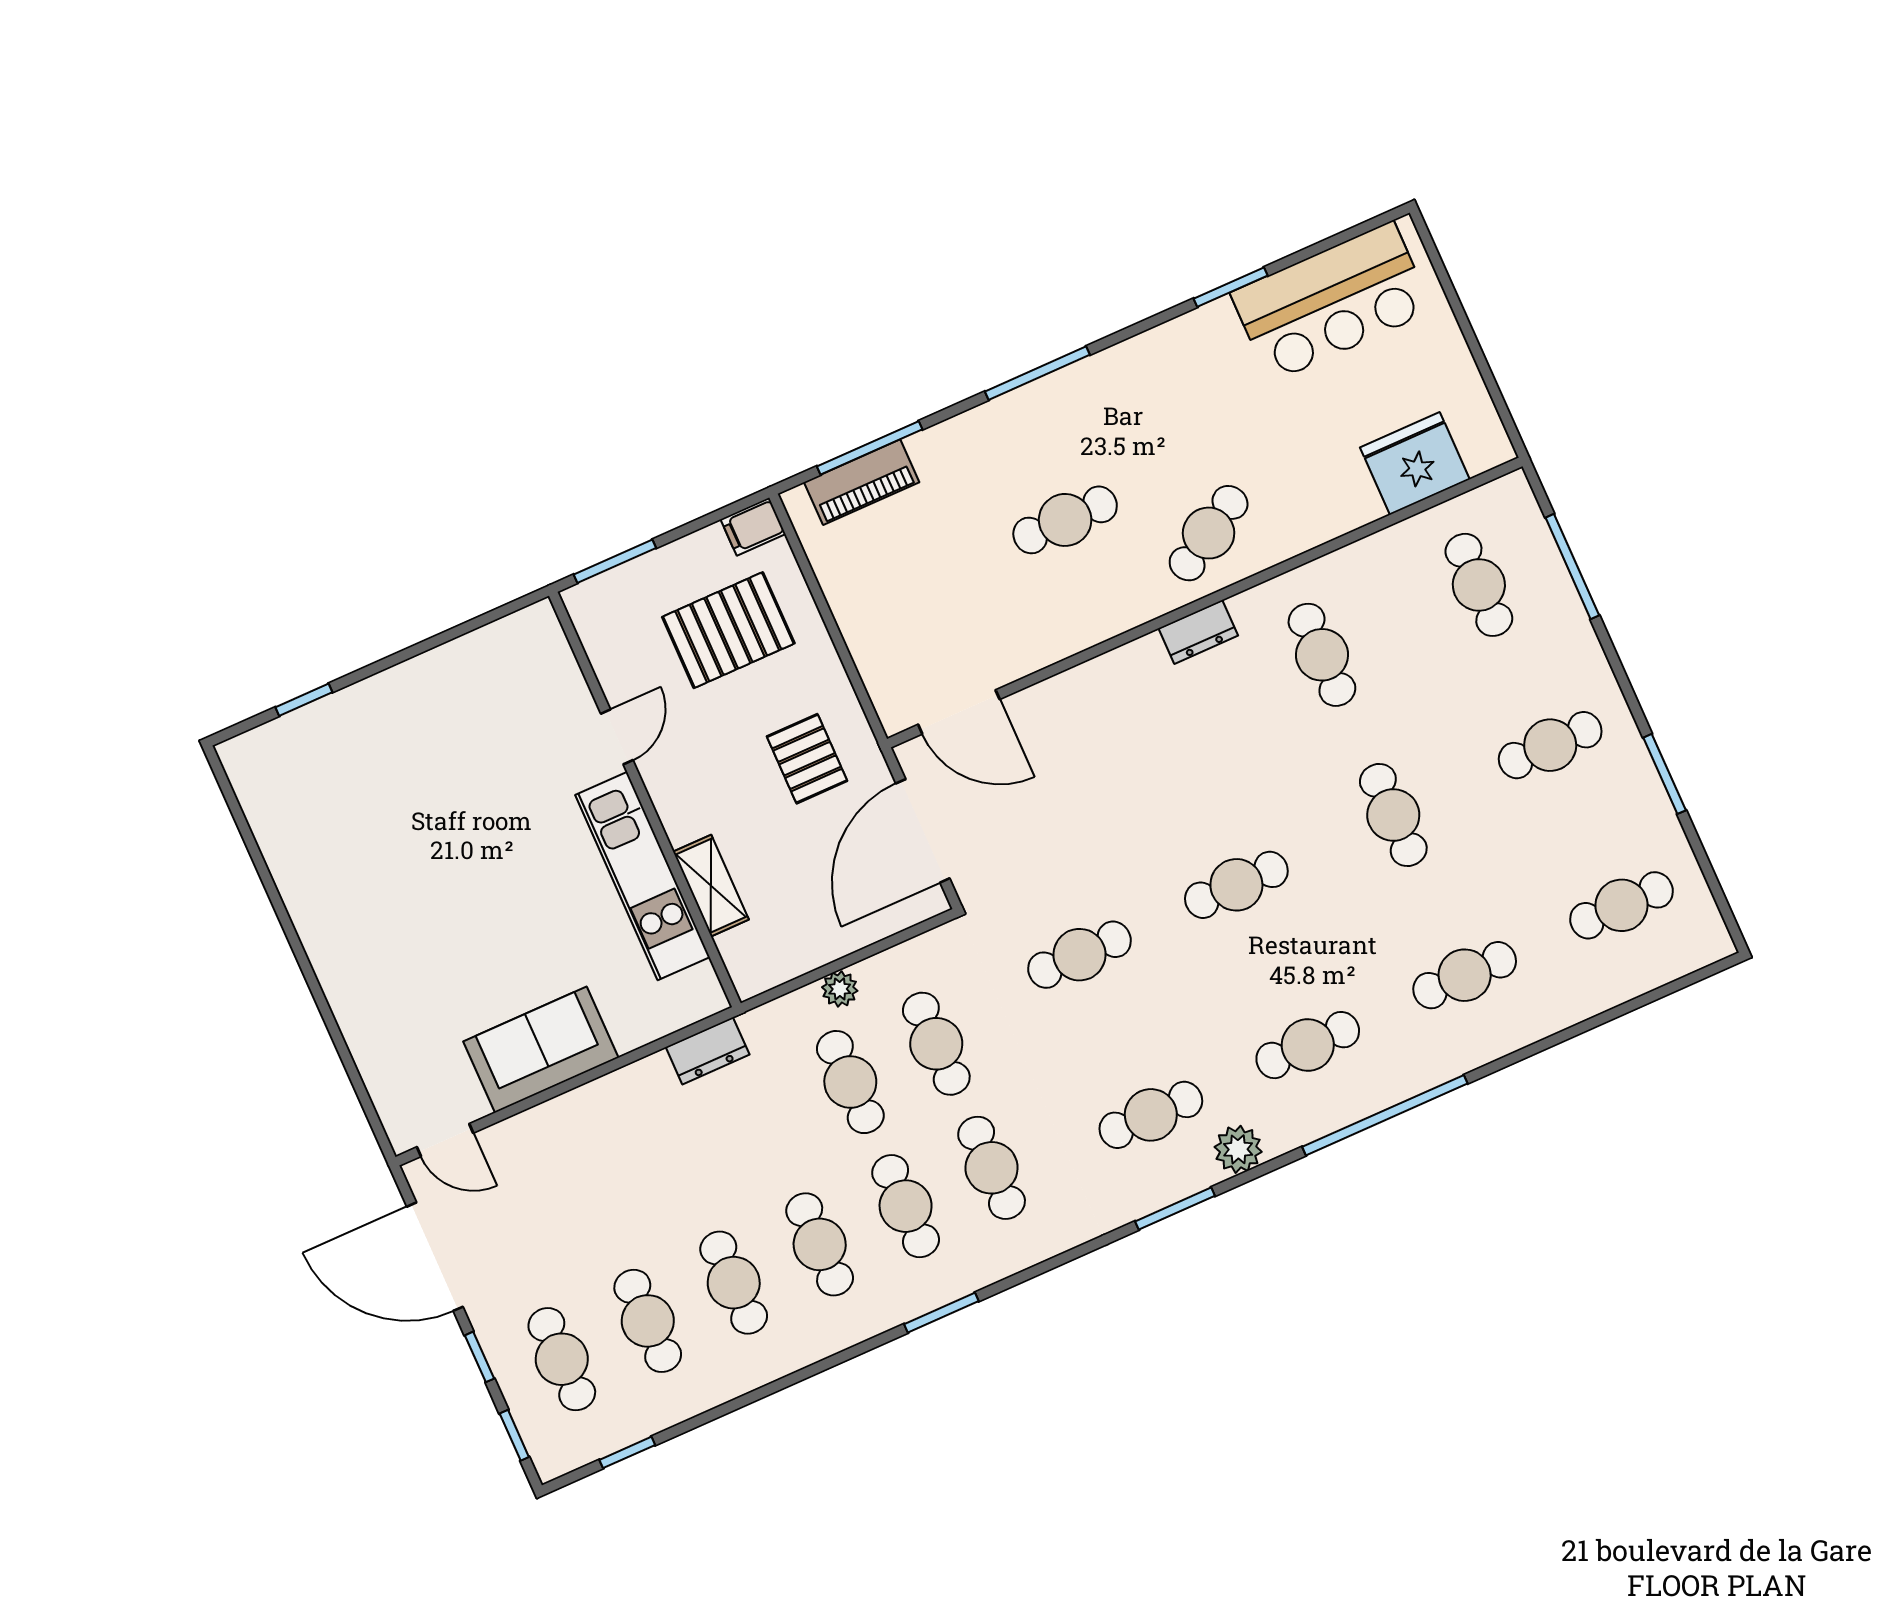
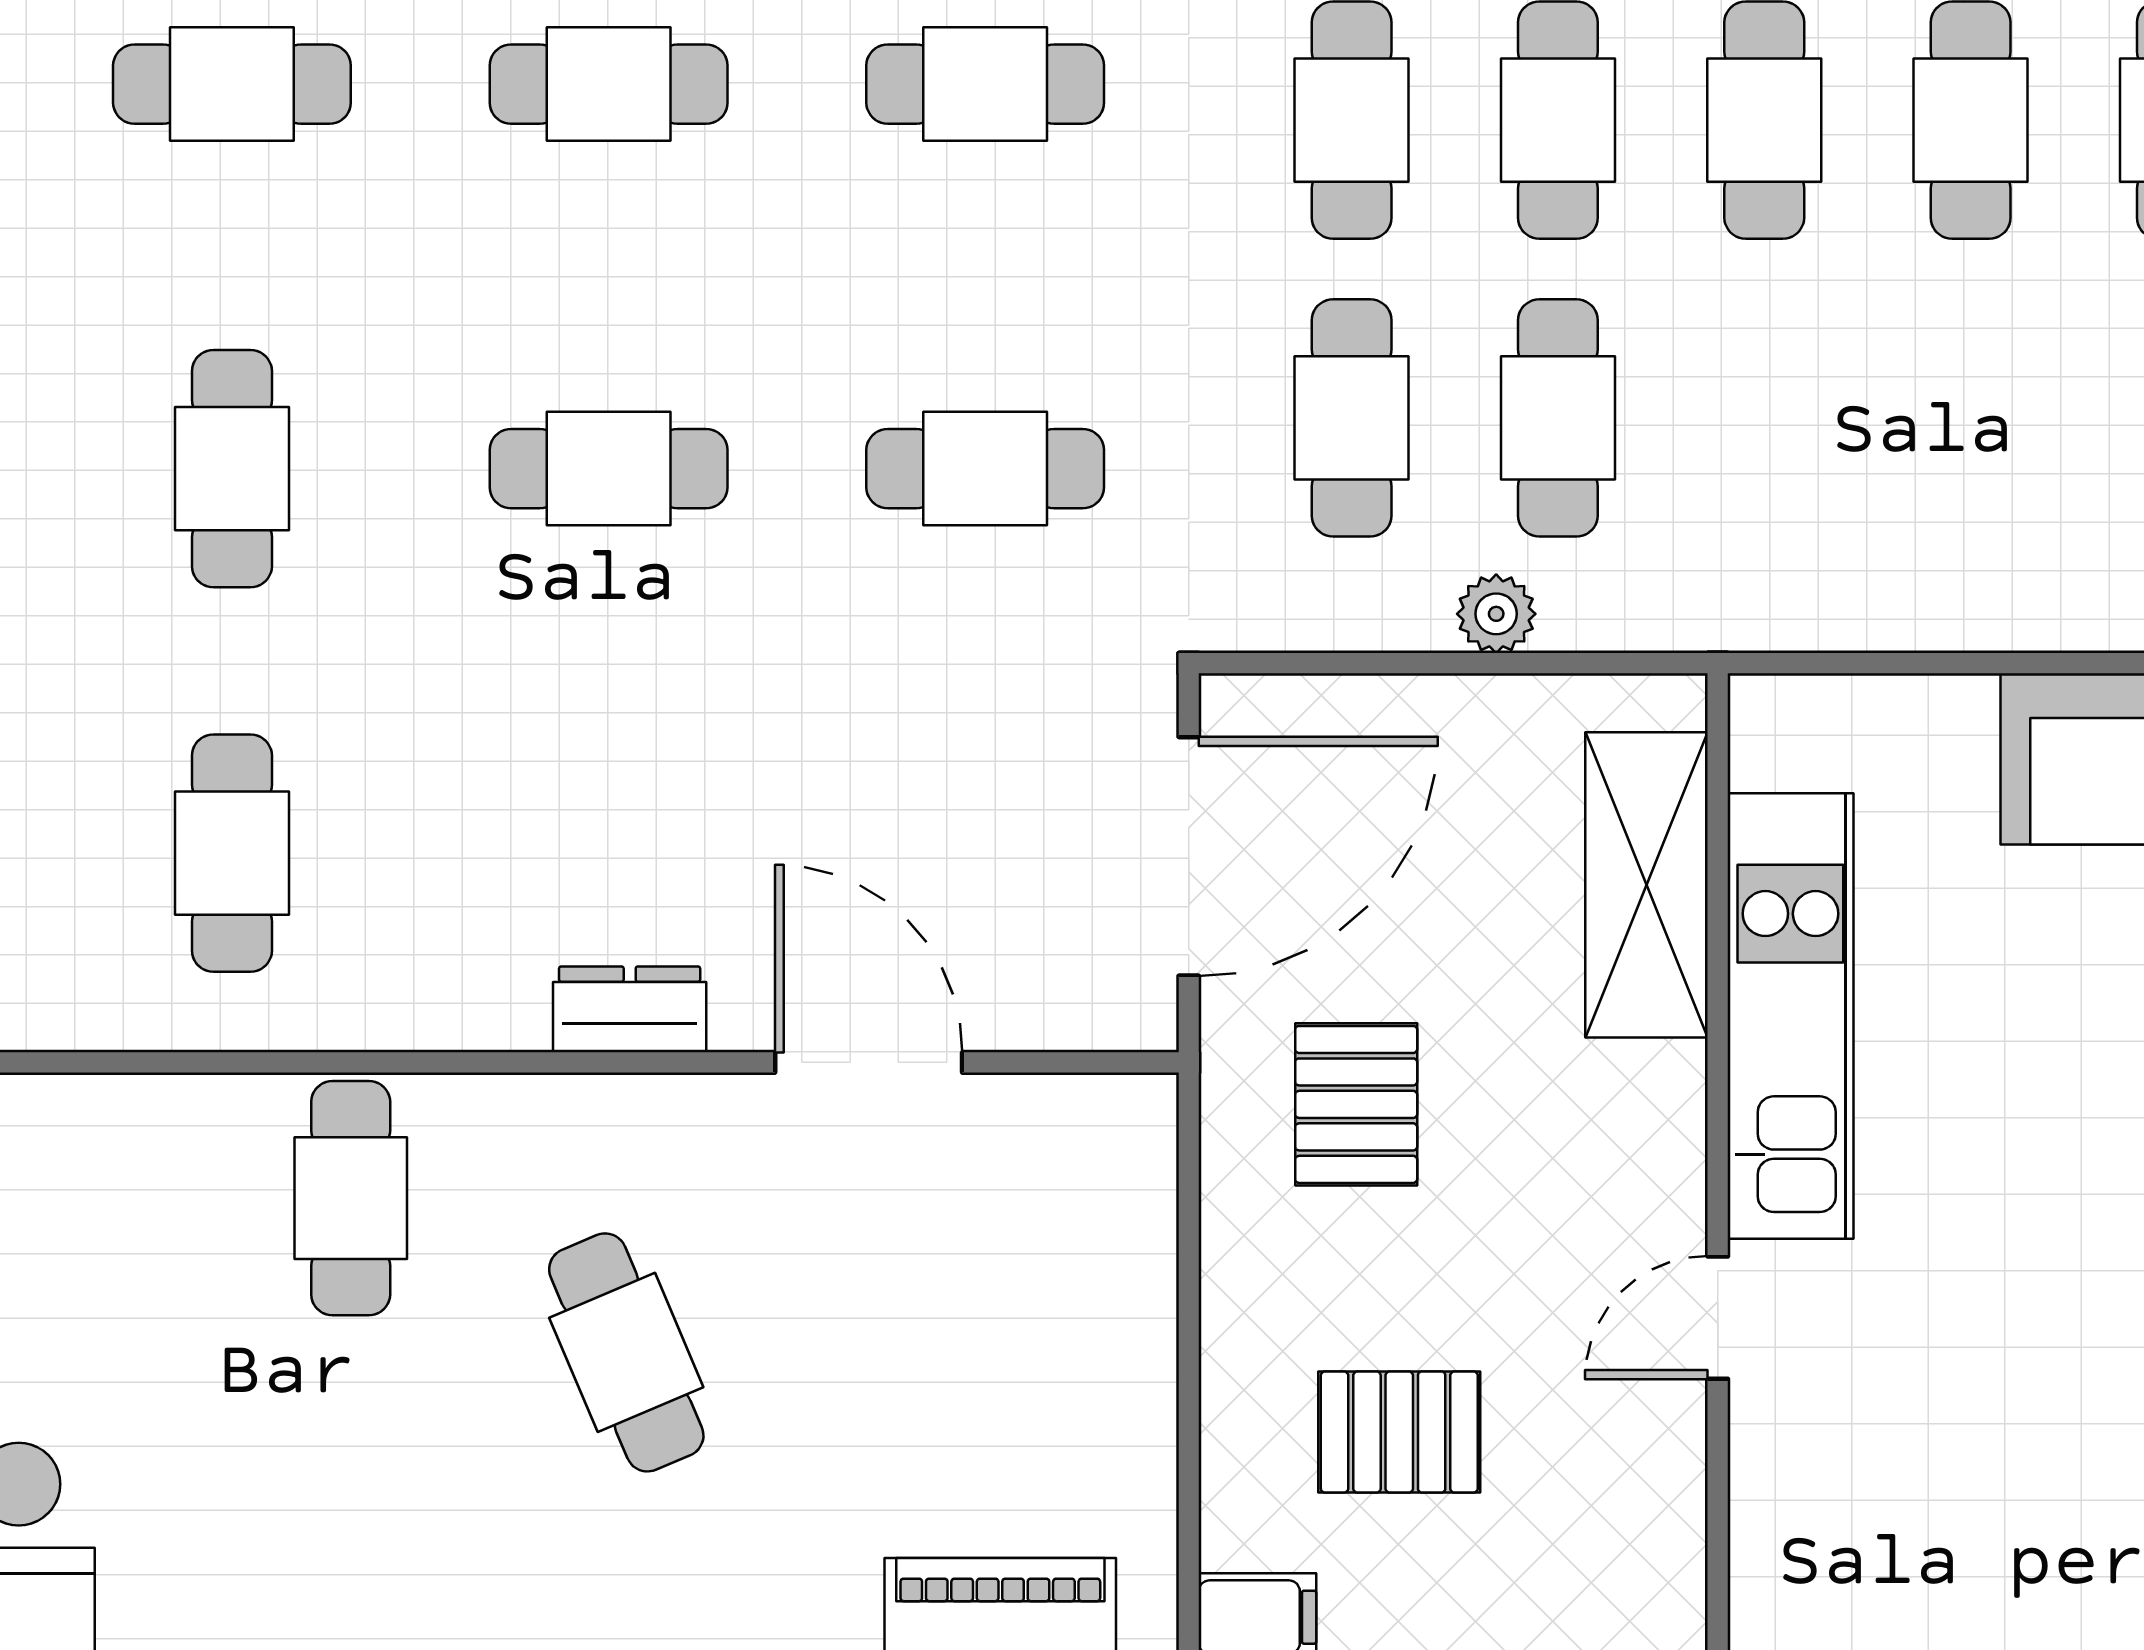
cafe table: (1065, 520) -> (626, 1352), turned 67
cafe table: (1209, 533) -> (351, 1198), turned -59
pallet: (728, 630) -> (1399, 1432), width x0.67, depth x0.71
dresser: (1198, 632) -> (630, 1009), moved
door: (959, 712) -> (869, 1062), moved
shelving: (711, 886) -> (1647, 885), width x1.50, depth x1.33
dresser: (708, 1051) -> (1816, 608), removed

